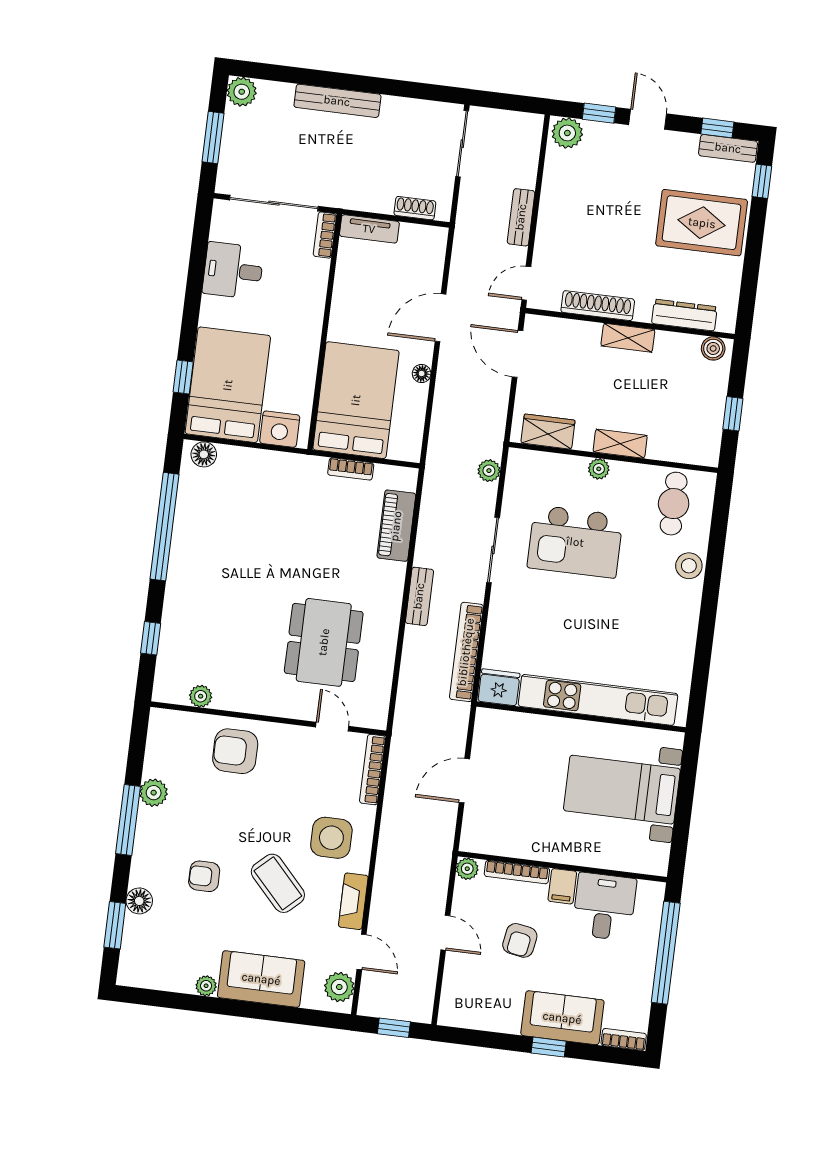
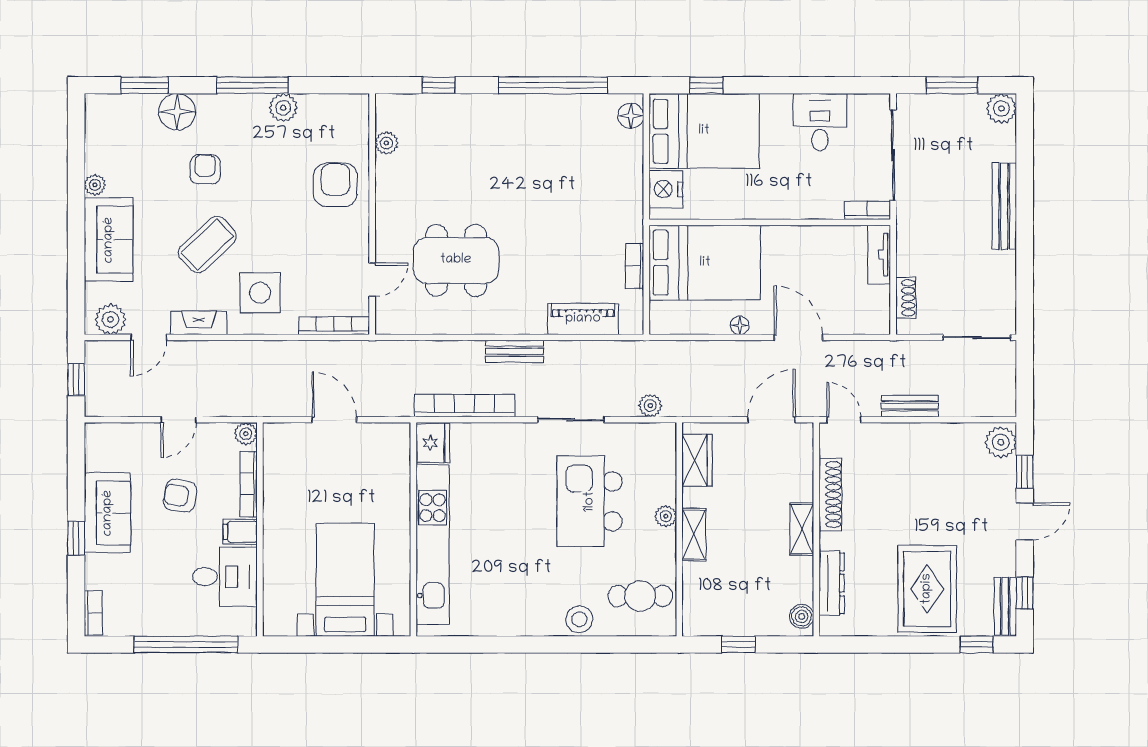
floor lamp: (139, 901) -> (177, 112), width x1.38, depth x1.38
sofa: (562, 1018) -> (108, 513), moved

